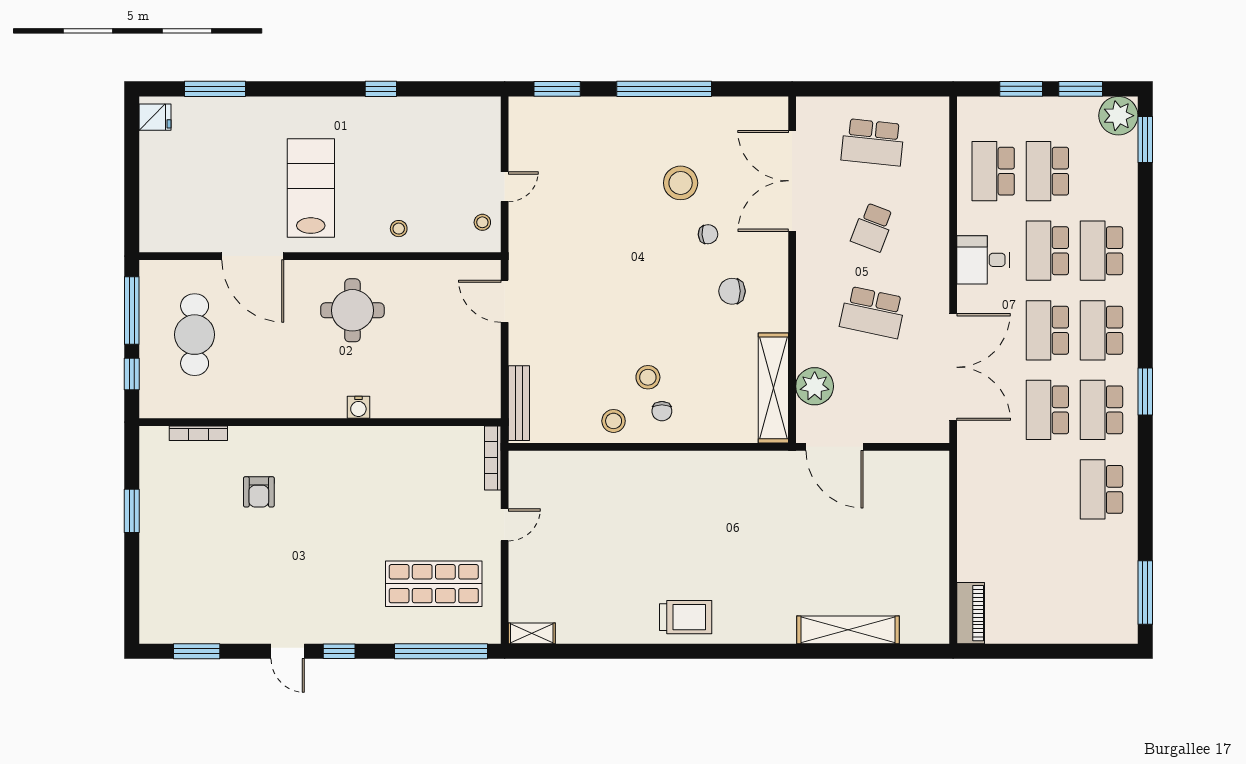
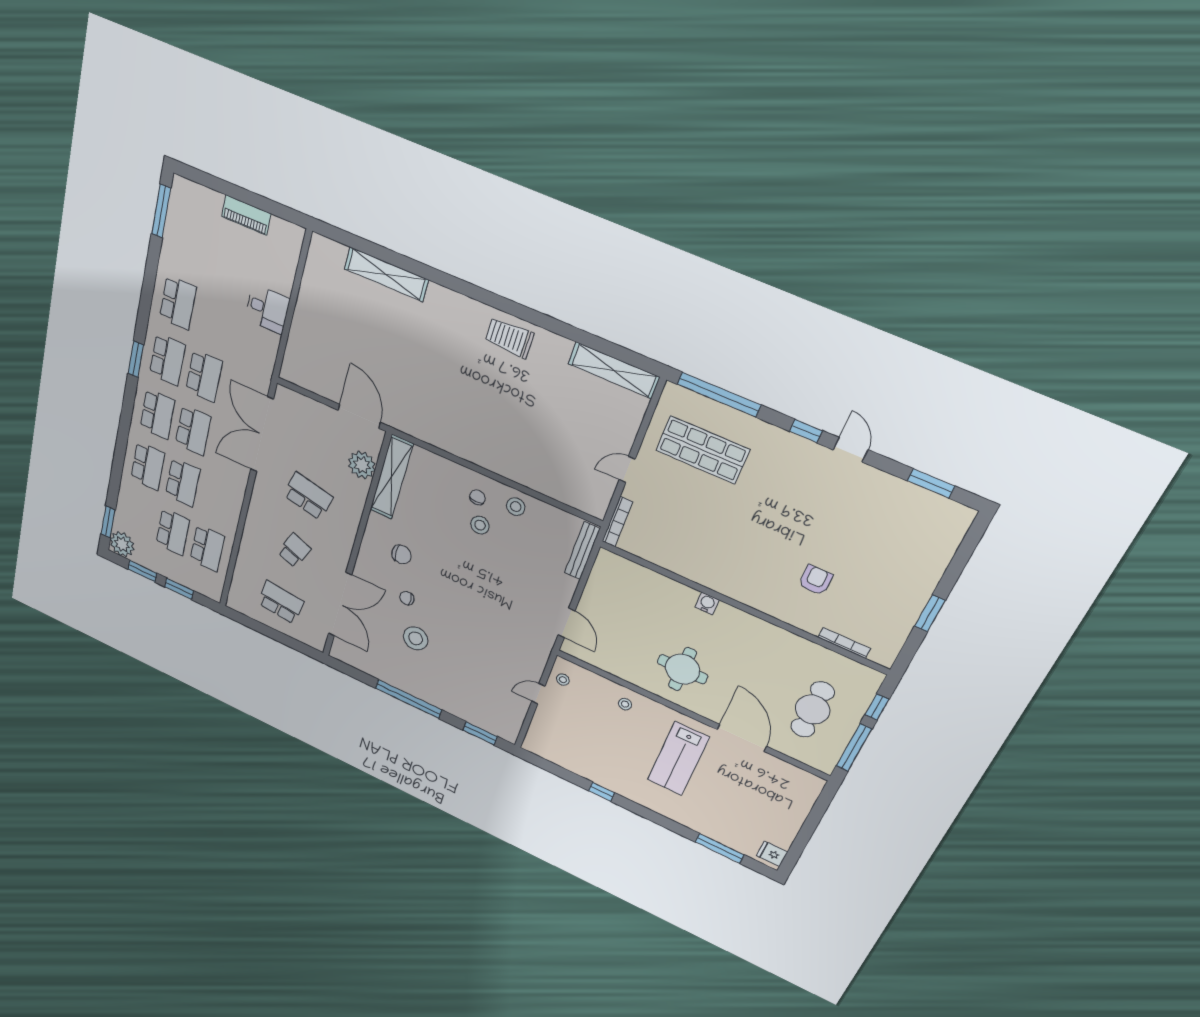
desk: (983, 260) -> (267, 309), moved
piano: (971, 613) -> (246, 215), moved, turned -90
shelving: (532, 633) -> (614, 370), width x2.20, depth x1.33

